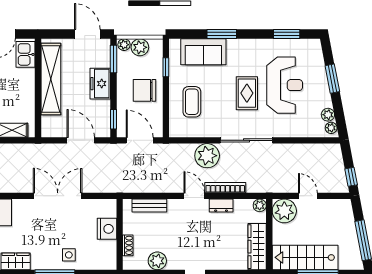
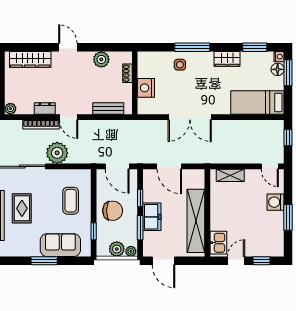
window: (113, 59) -> (140, 228), moved
window: (113, 119) -> (140, 198), moved
wardrobe: (257, 247) -> (30, 59), moved, turned 90

